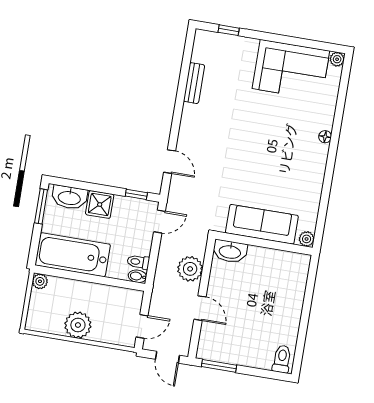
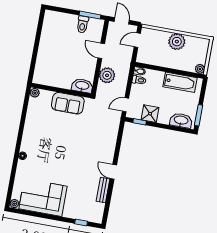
door: (170, 162) -> (113, 172), moved
shower: (100, 204) -> (150, 114), moved
sofa: (262, 224) -> (68, 103), width x0.73
bathtub: (73, 255) -> (180, 82), width x0.73, depth x0.73
toilet: (282, 359) -> (83, 24), moved

